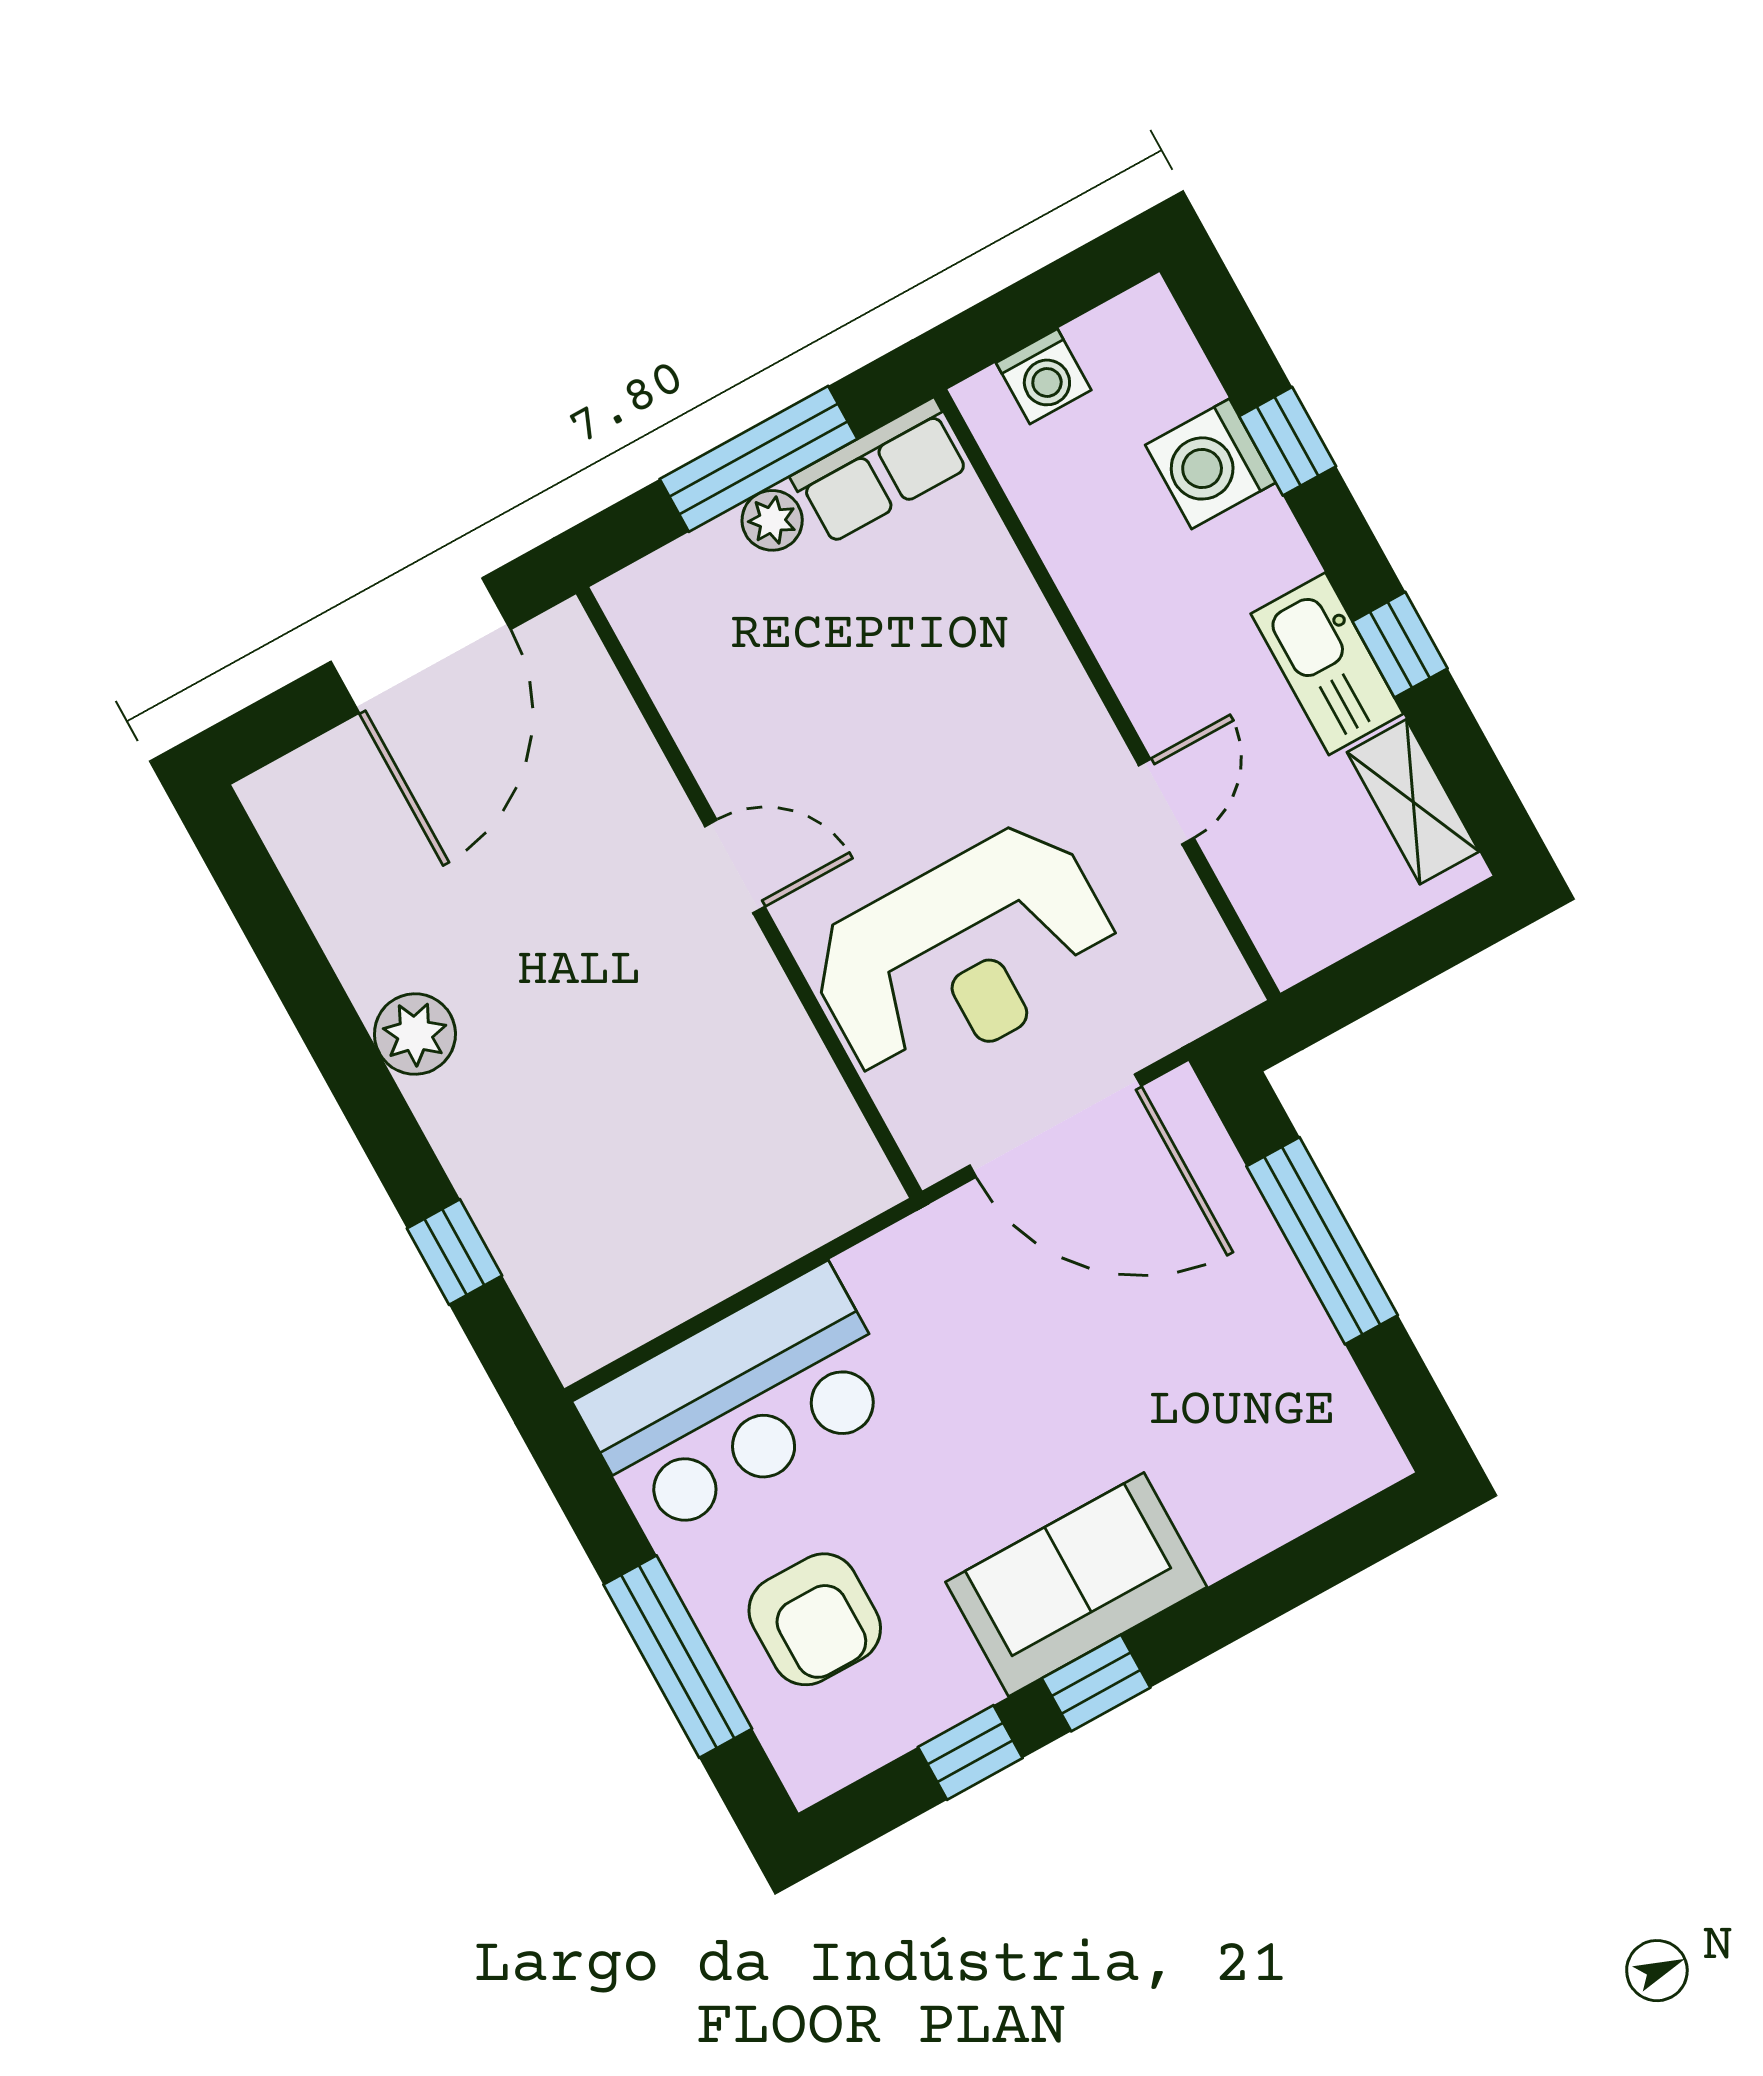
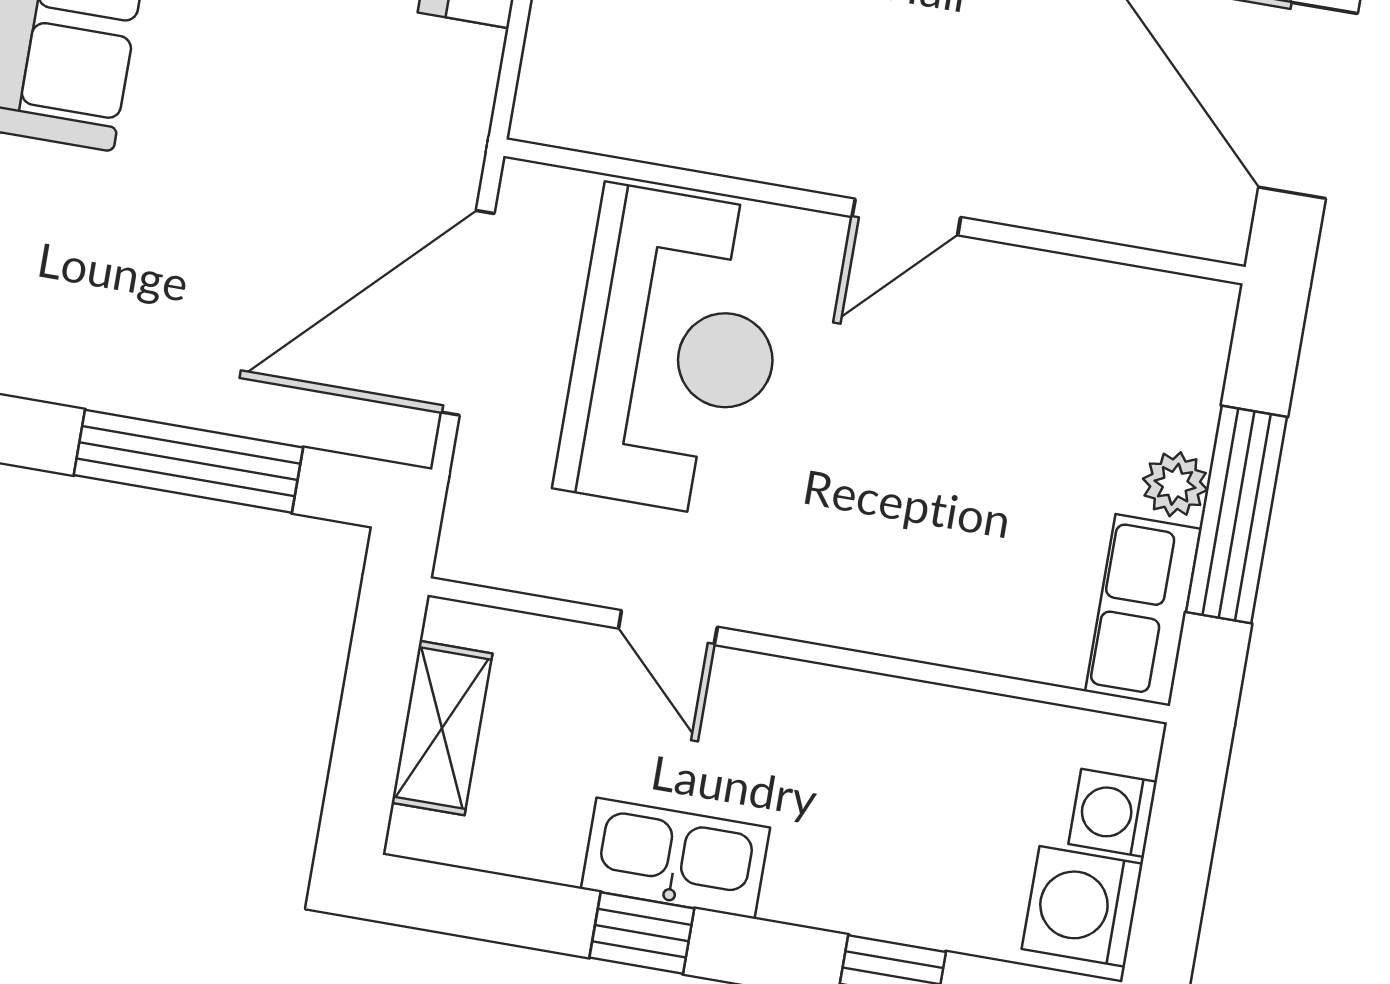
washing machine: (1210, 464) -> (1082, 906), moved, turned -90
shelving: (1413, 802) -> (442, 728), moved, turned 90
reception desk: (964, 955) -> (675, 352), turned 180

